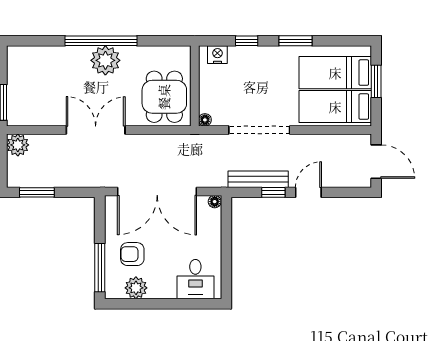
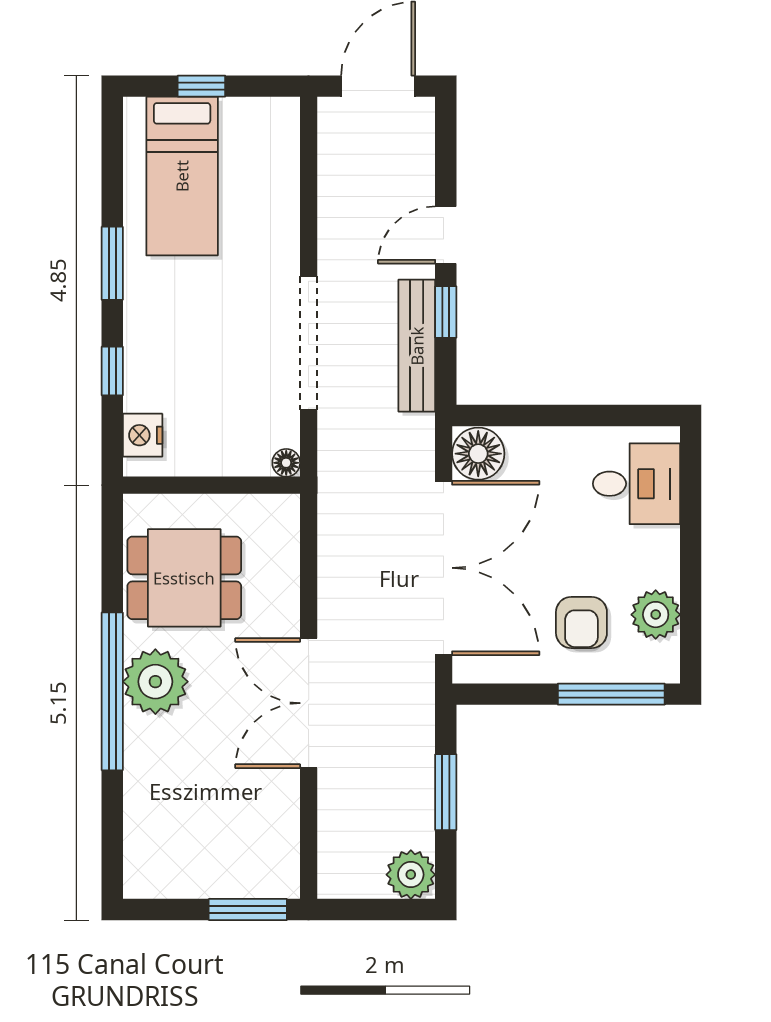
window: (376, 81) -> (201, 86), width x0.67
dining table: (164, 97) -> (184, 578), moved
bed: (335, 107) -> (257, 176), removed
plant: (18, 145) -> (411, 875), moved
window: (37, 192) -> (446, 792), moved
door: (308, 192) -> (446, 235), hinge flipped
floor lamp: (215, 202) -> (478, 454), width x1.89, depth x1.89

